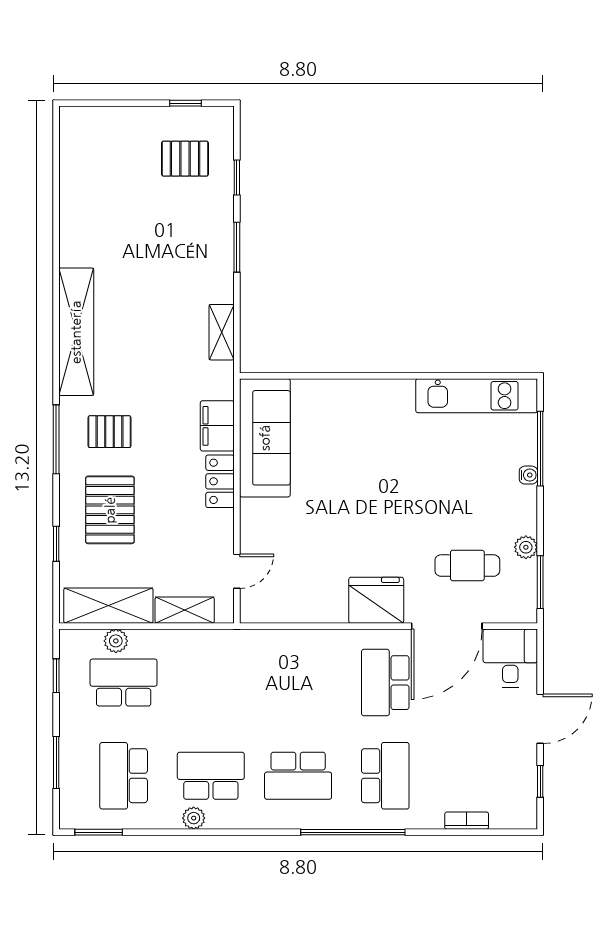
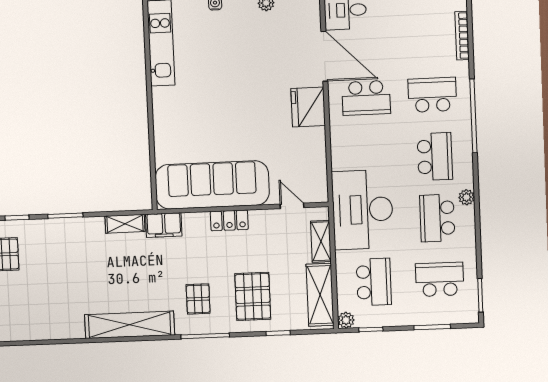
filing cabinet: (217, 426) -> (164, 225), moved
sofa: (265, 438) -> (212, 185), width x1.36, depth x1.27
pallet: (110, 510) -> (253, 296), turned 90
cafe table: (467, 566) -> (281, 44), removed
plant: (116, 641) -> (346, 320), moved
desk: (227, 671) -> (363, 210), added
school desk: (124, 683) -> (374, 282), turned 180
school desk: (124, 776) -> (440, 279), turned 180
plant: (194, 818) -> (467, 197), moved
bookcase: (467, 821) -> (462, 36), width x1.56

